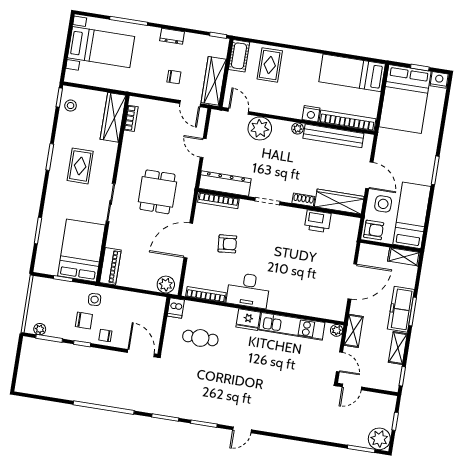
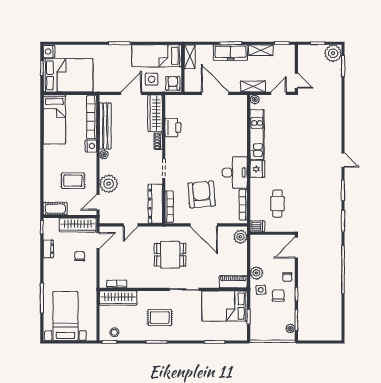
dresser: (172, 36) -> (48, 249), moved
rug: (270, 65) -> (73, 181), moved
armchair: (227, 244) -> (202, 194), width x1.88, depth x1.88
plant: (117, 297) -> (256, 273), added

